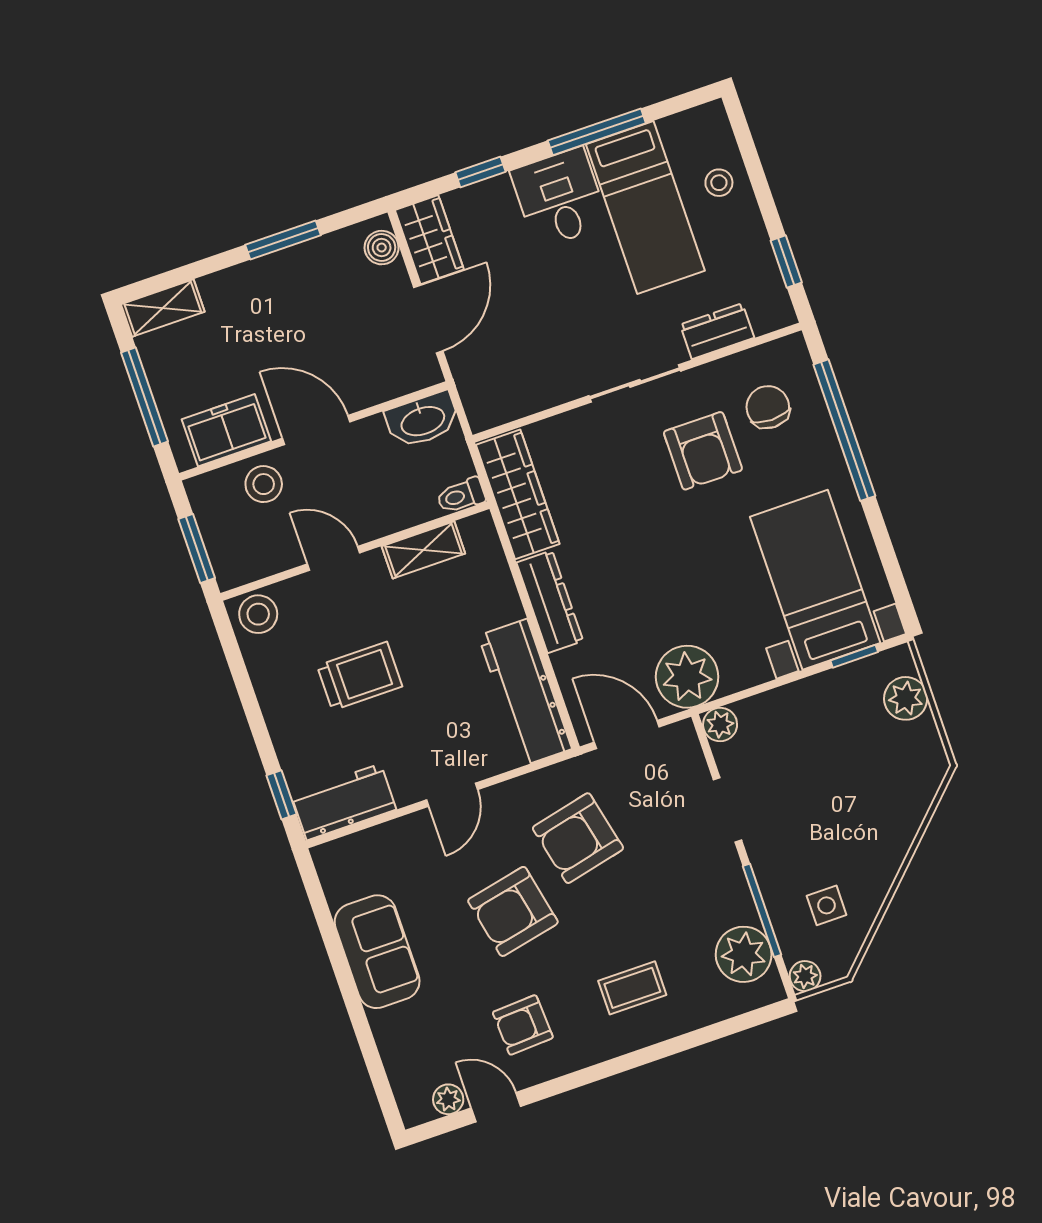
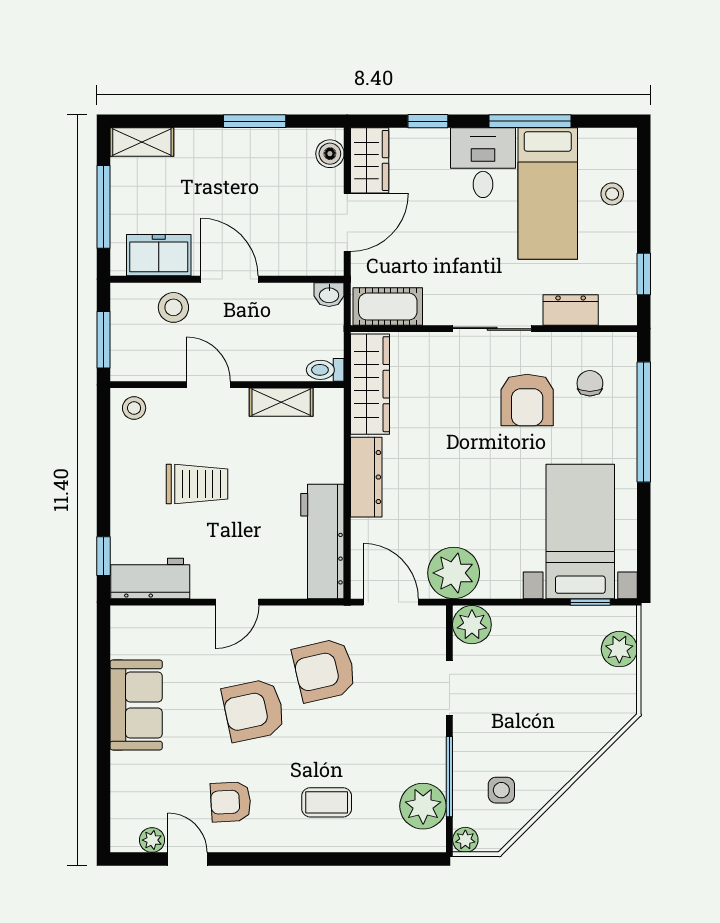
cot: (507, 399) -> (388, 307), added
chair: (768, 407) -> (590, 383), width x0.73, depth x0.73
washbasin: (422, 420) -> (329, 295), width x0.52, depth x0.69
stool: (258, 614) -> (134, 408), width x0.73, depth x0.73
plant: (720, 724) -> (472, 625), width x1.38, depth x1.38

